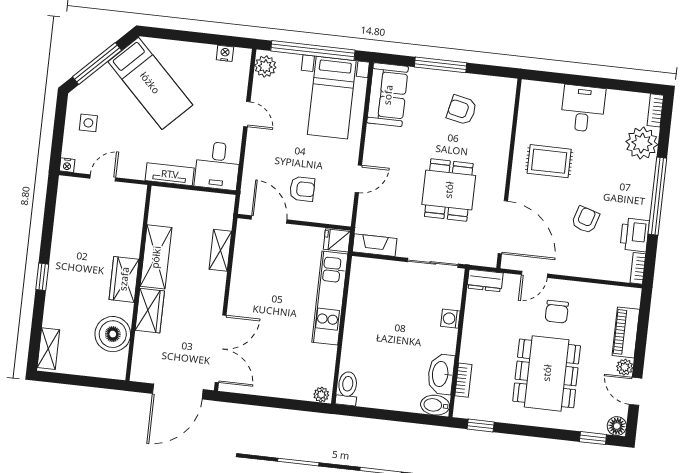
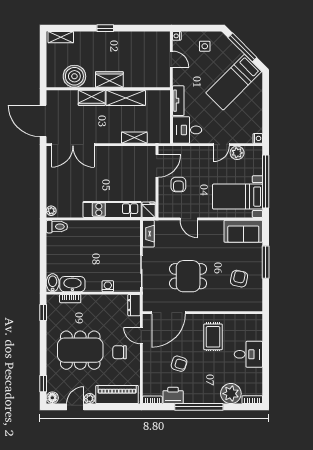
nightstand: (225, 53) -> (258, 138), moved
plant: (265, 66) -> (237, 153), moved
piano: (626, 332) -> (117, 395), width x1.37, depth x1.33

